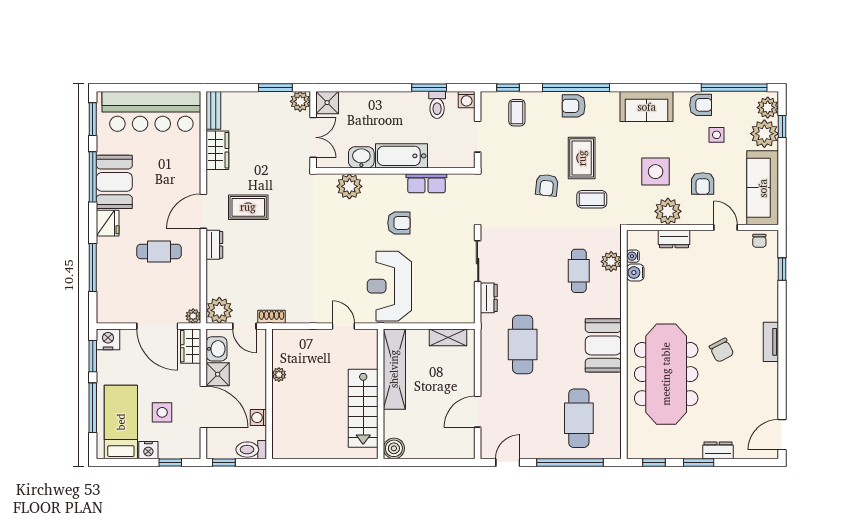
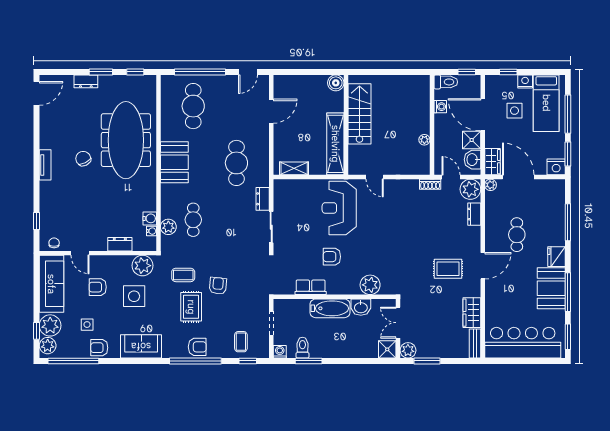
armchair: (703, 183) -> (98, 287), turned -90
plant: (668, 211) -> (143, 266), moved
dresser: (214, 245) -> (474, 214), moved
cafe table: (159, 251) -> (517, 235), turned 90
reception desk: (389, 286) -> (339, 208), turned 180

